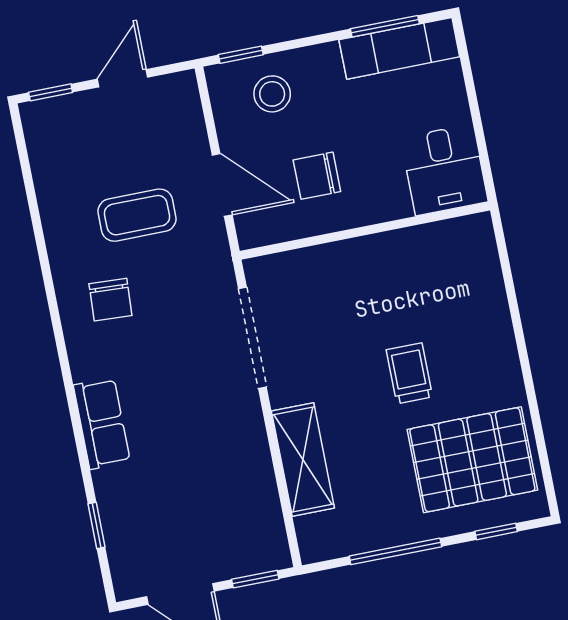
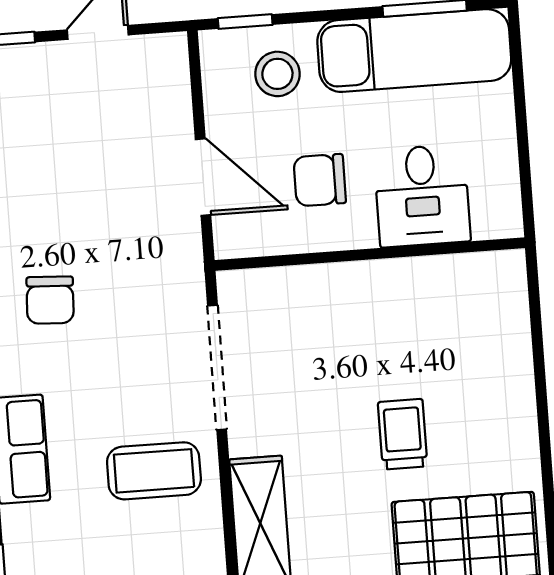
exam couch: (399, 48) -> (414, 51), width x1.36, depth x1.45
desk: (444, 170) -> (422, 196), moved
coffee table: (137, 215) -> (154, 471), moved

